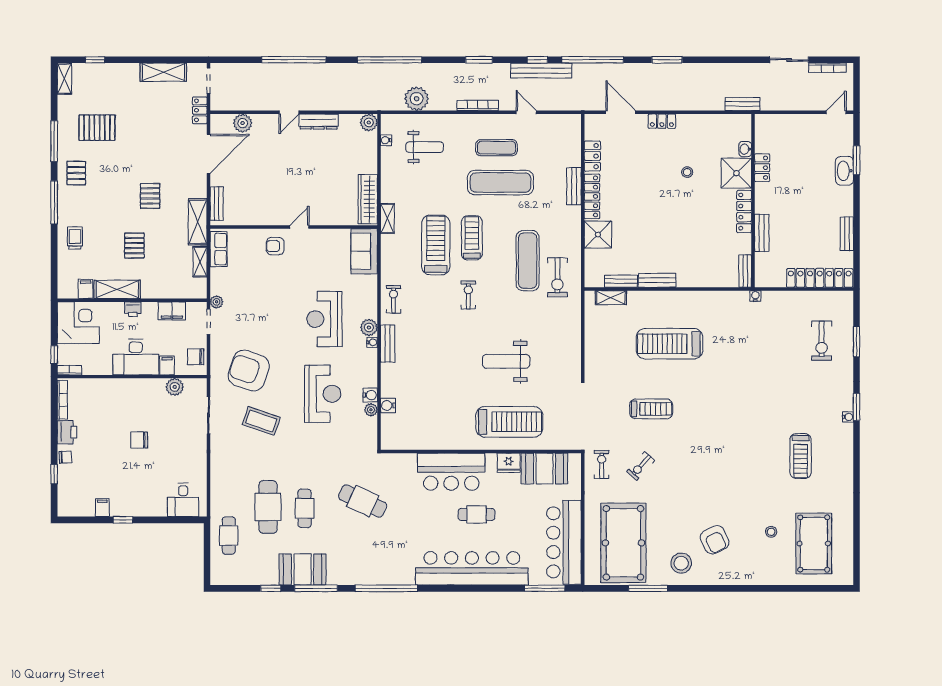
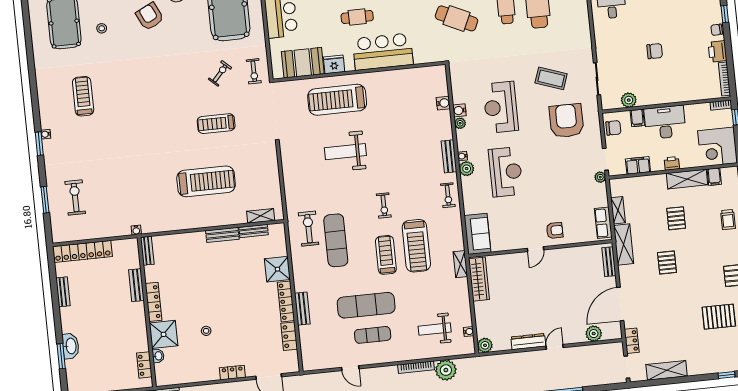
bookcase: (478, 105) -> (416, 367), moved
locker: (762, 168) -> (144, 365), moved
treadmill: (472, 238) -> (386, 255), turned 180
weight bench: (506, 361) -> (345, 152), turned 180
armchair: (249, 371) -> (566, 121), turned -109
plant: (371, 410) -> (460, 123), moved

